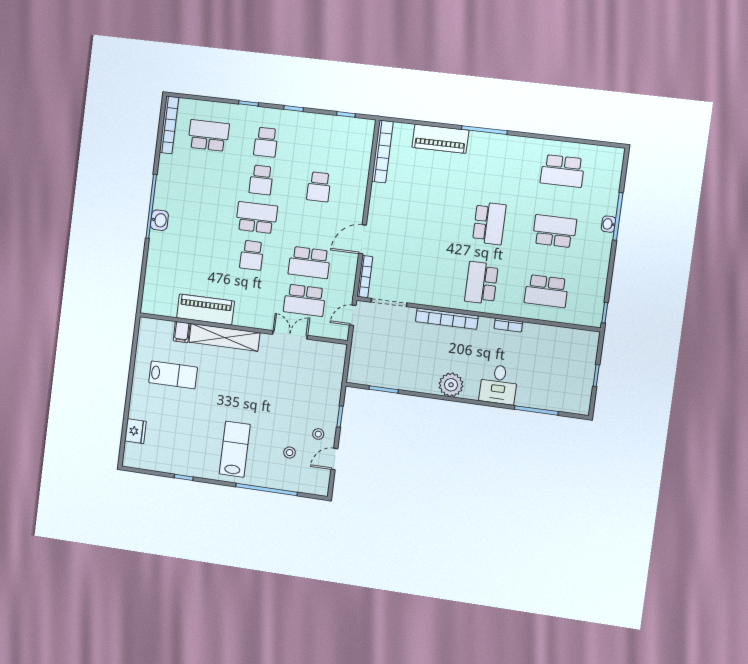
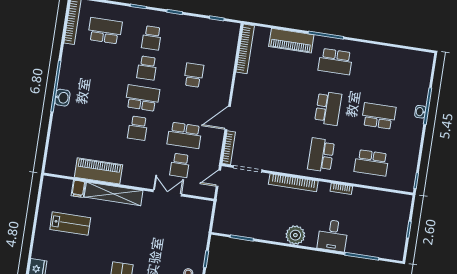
school desk: (562, 171) -> (335, 62), moved
school desk: (319, 187) -> (194, 75), turned 180
school desk: (305, 300) -> (180, 165), width x0.54

